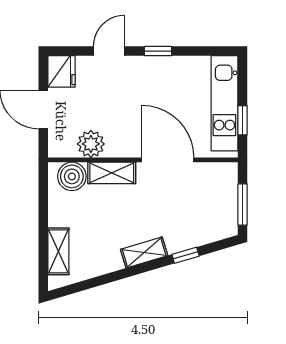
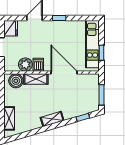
dishwasher: (117, 144) -> (38, 65), added
window: (186, 255) -> (83, 117), moved

